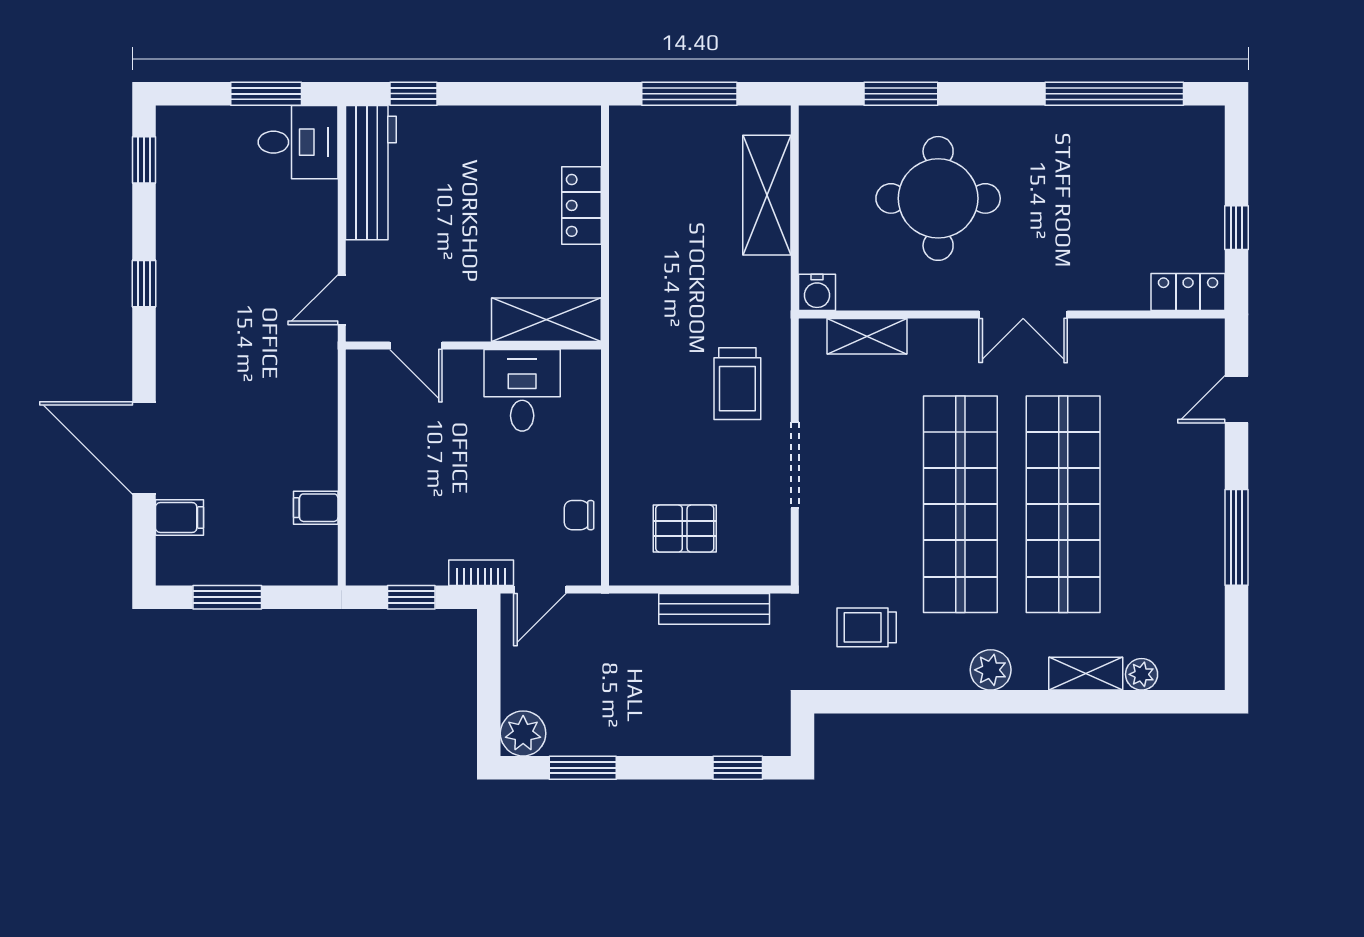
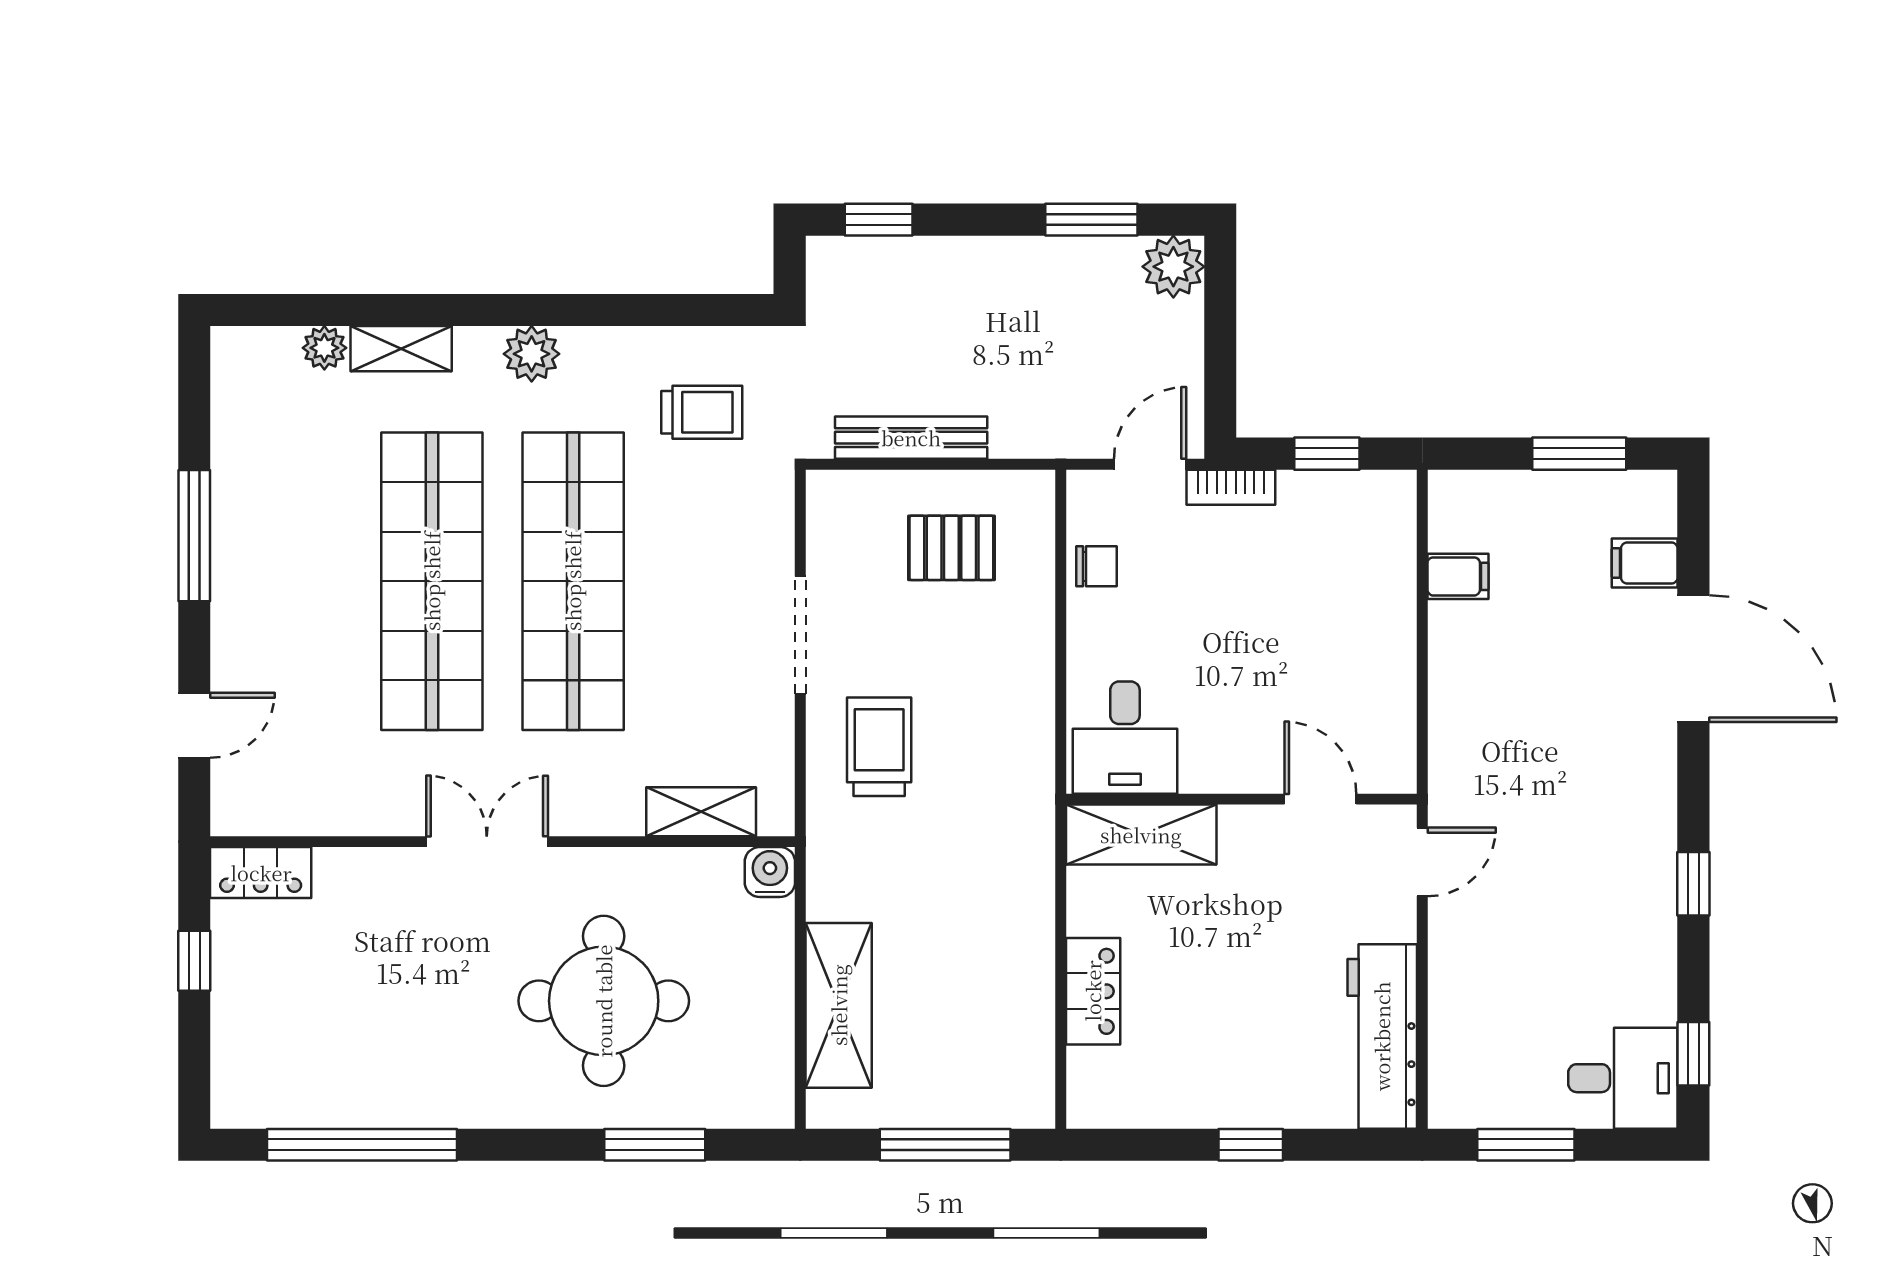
window: (413, 94) -> (1251, 1145), moved
desk: (298, 142) -> (1623, 1078), moved, turned 180
desk: (522, 390) -> (1125, 738), moved

